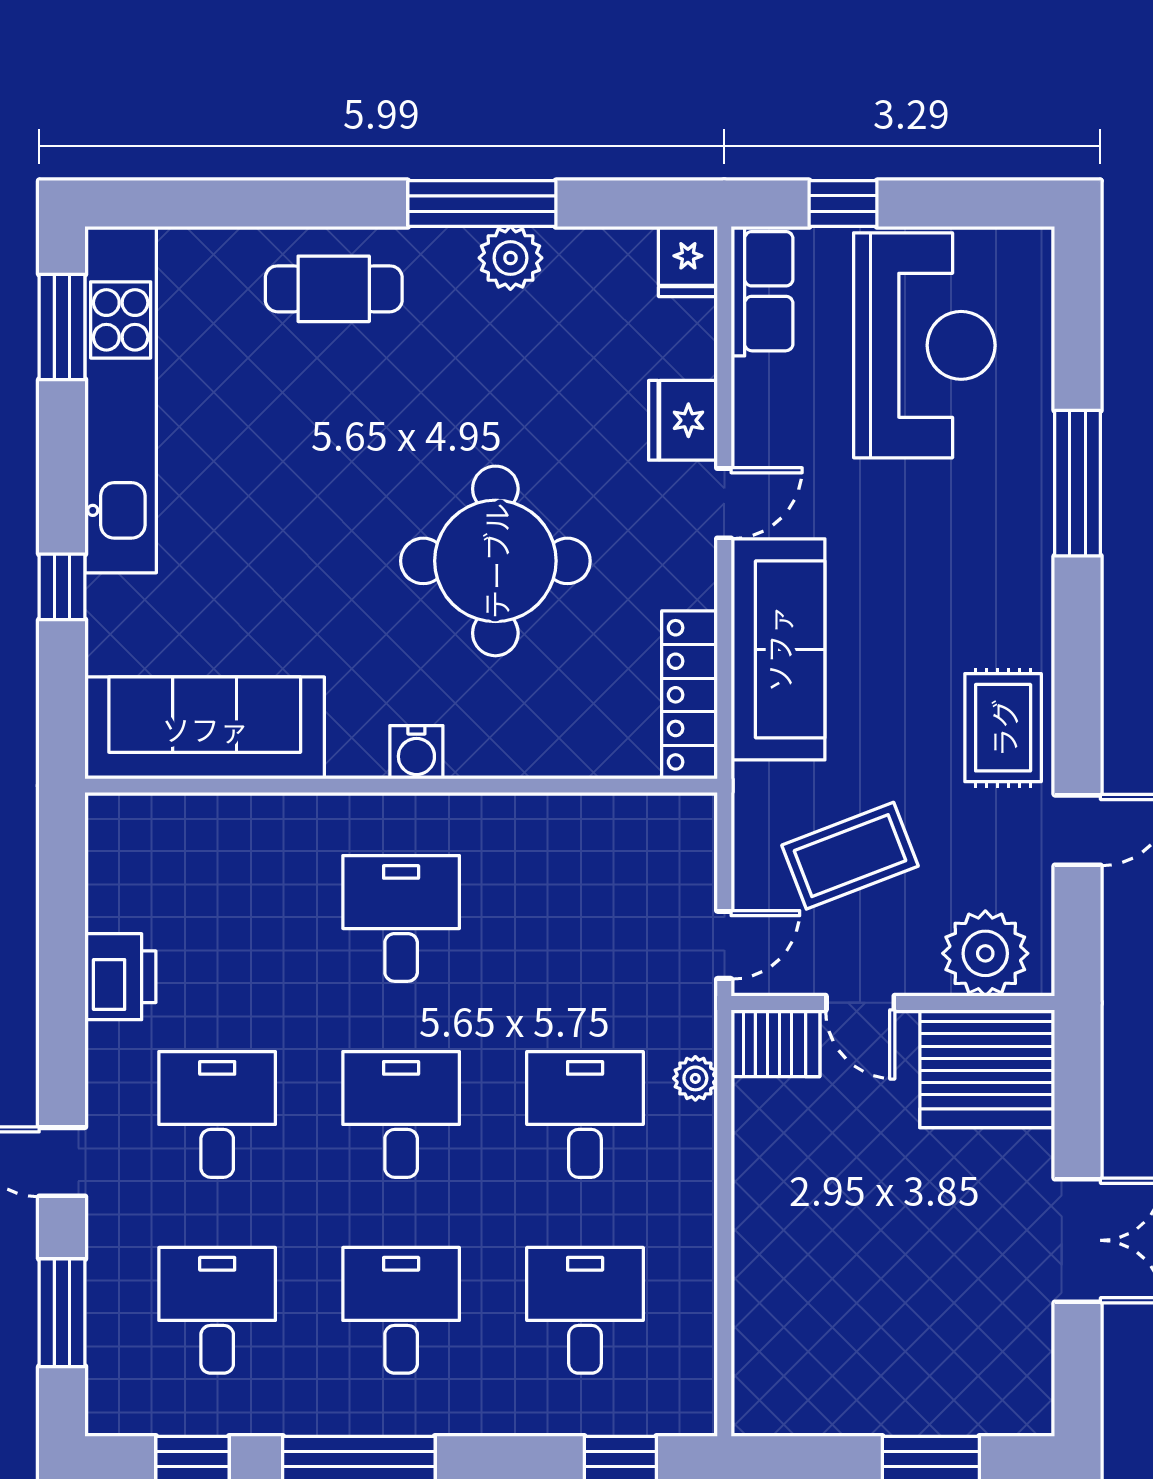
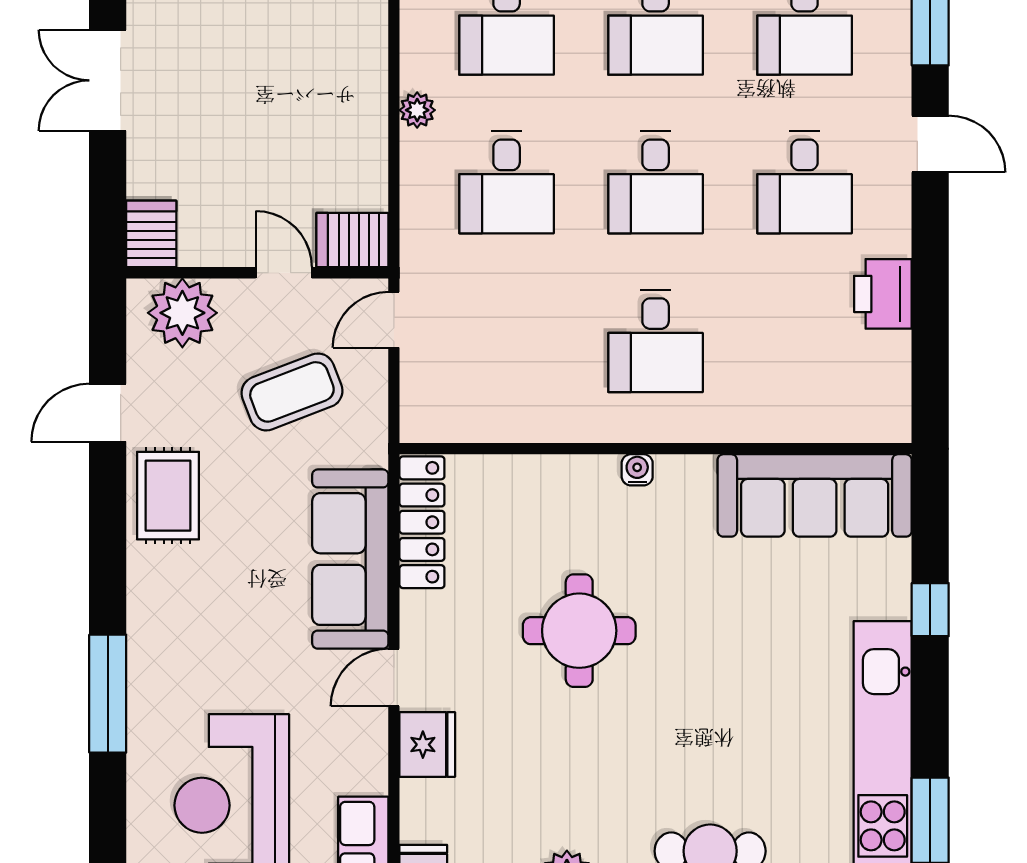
round table: (495, 561) -> (579, 631), width x0.73, depth x0.73
water cooler: (416, 752) -> (637, 470), width x0.72, depth x0.72
server rack: (987, 1069) -> (151, 234), width x0.46, depth x0.70
plant: (695, 1078) -> (417, 110), moved

